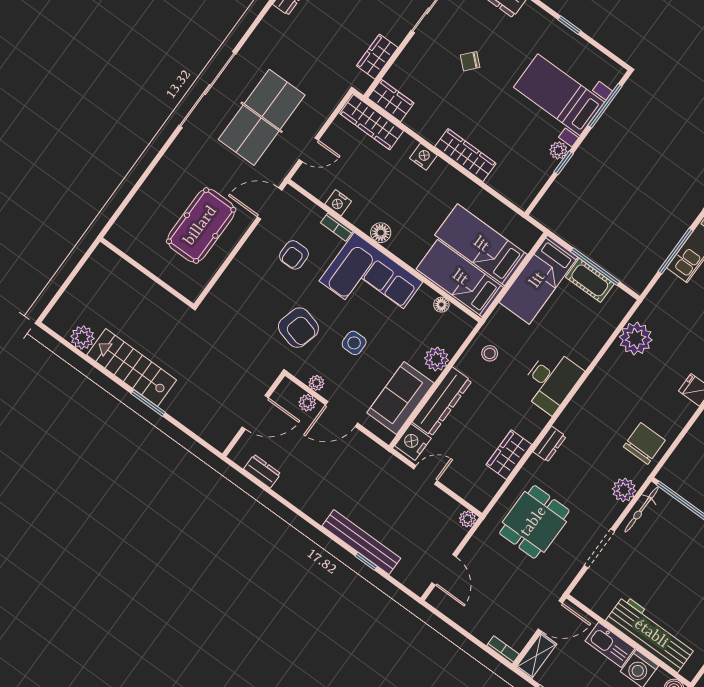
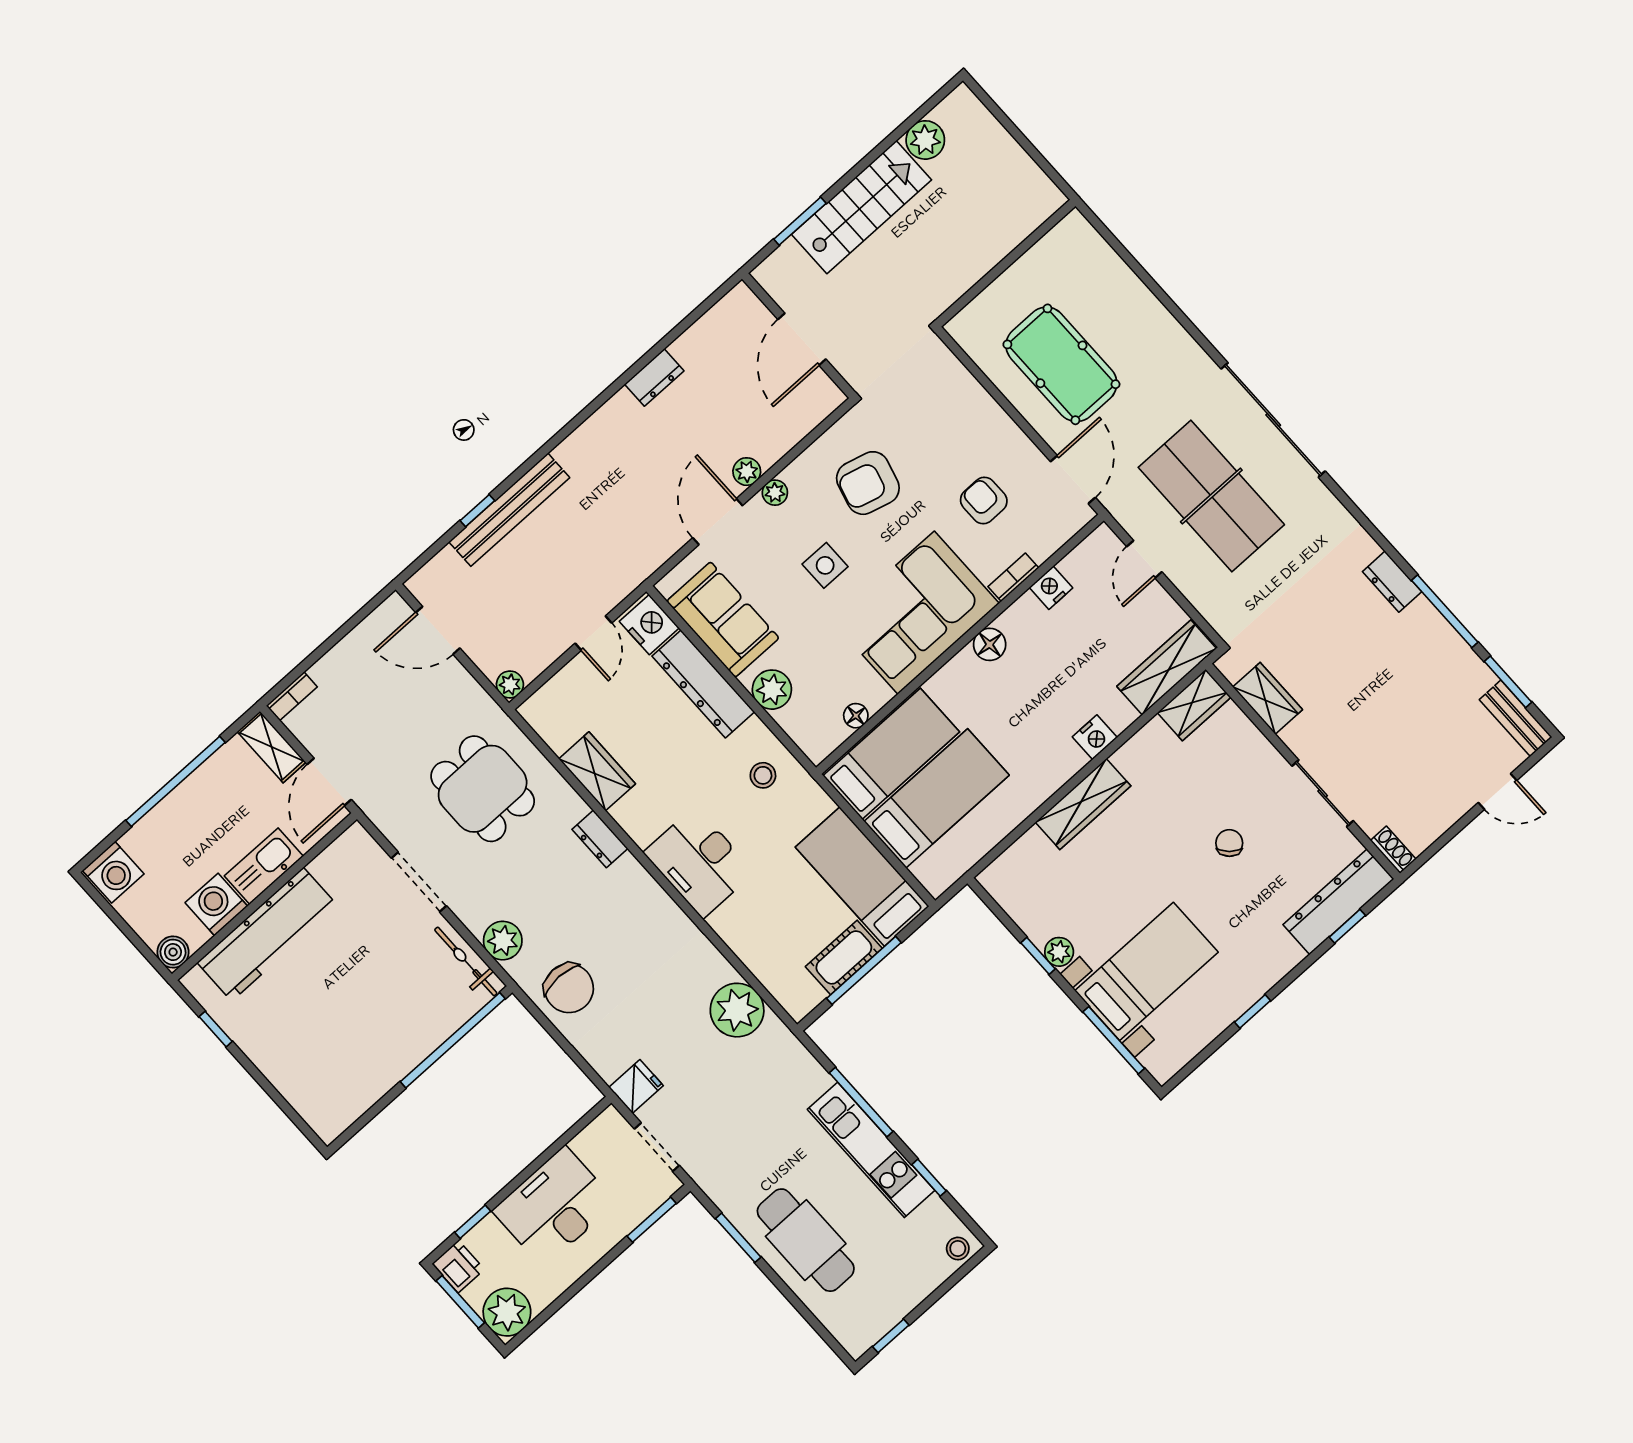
door: (255, 412) -> (802, 339), moved
wall: (254, 415) -> (799, 336), moved

